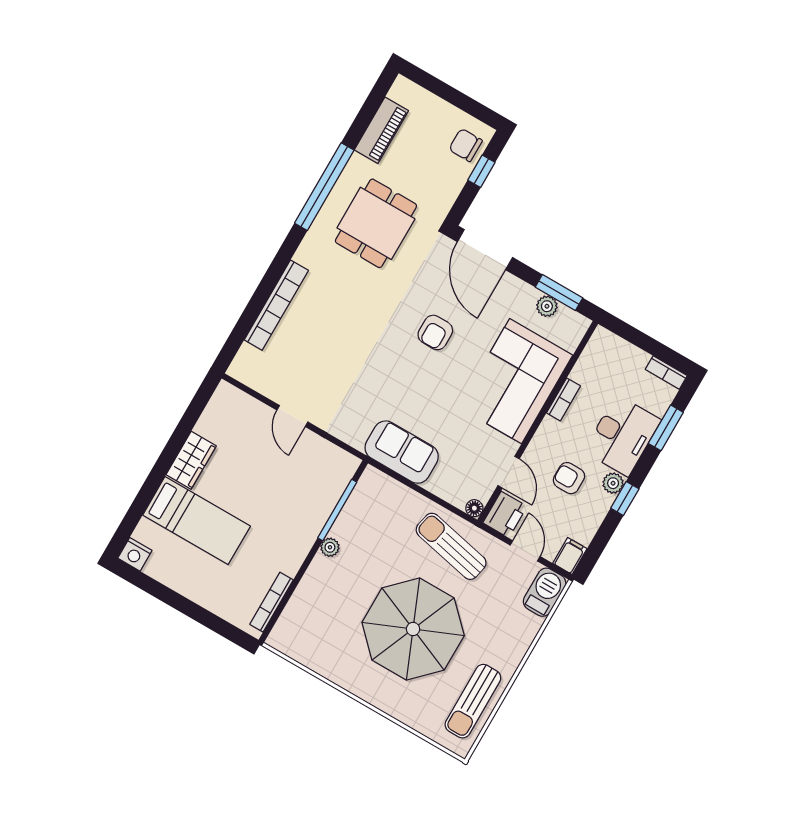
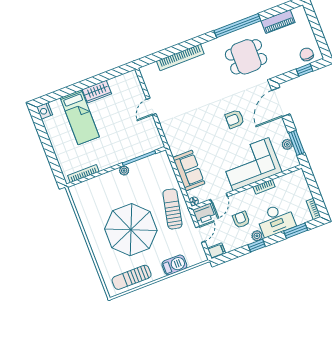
sofa: (402, 452) -> (189, 171), moved
barbecue: (545, 592) -> (174, 265), moved

